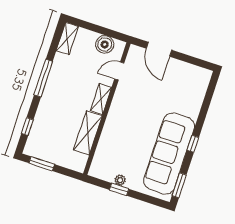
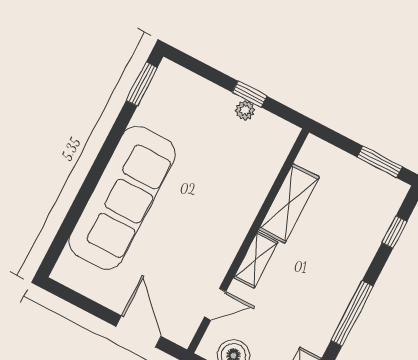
window: (193, 144) -> (105, 154), removed
sofa: (169, 153) -> (122, 198), moved

